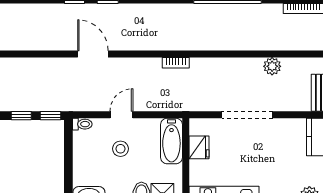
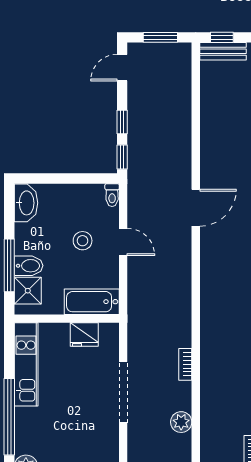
bookcase: (176, 63) -> (185, 364), moved

